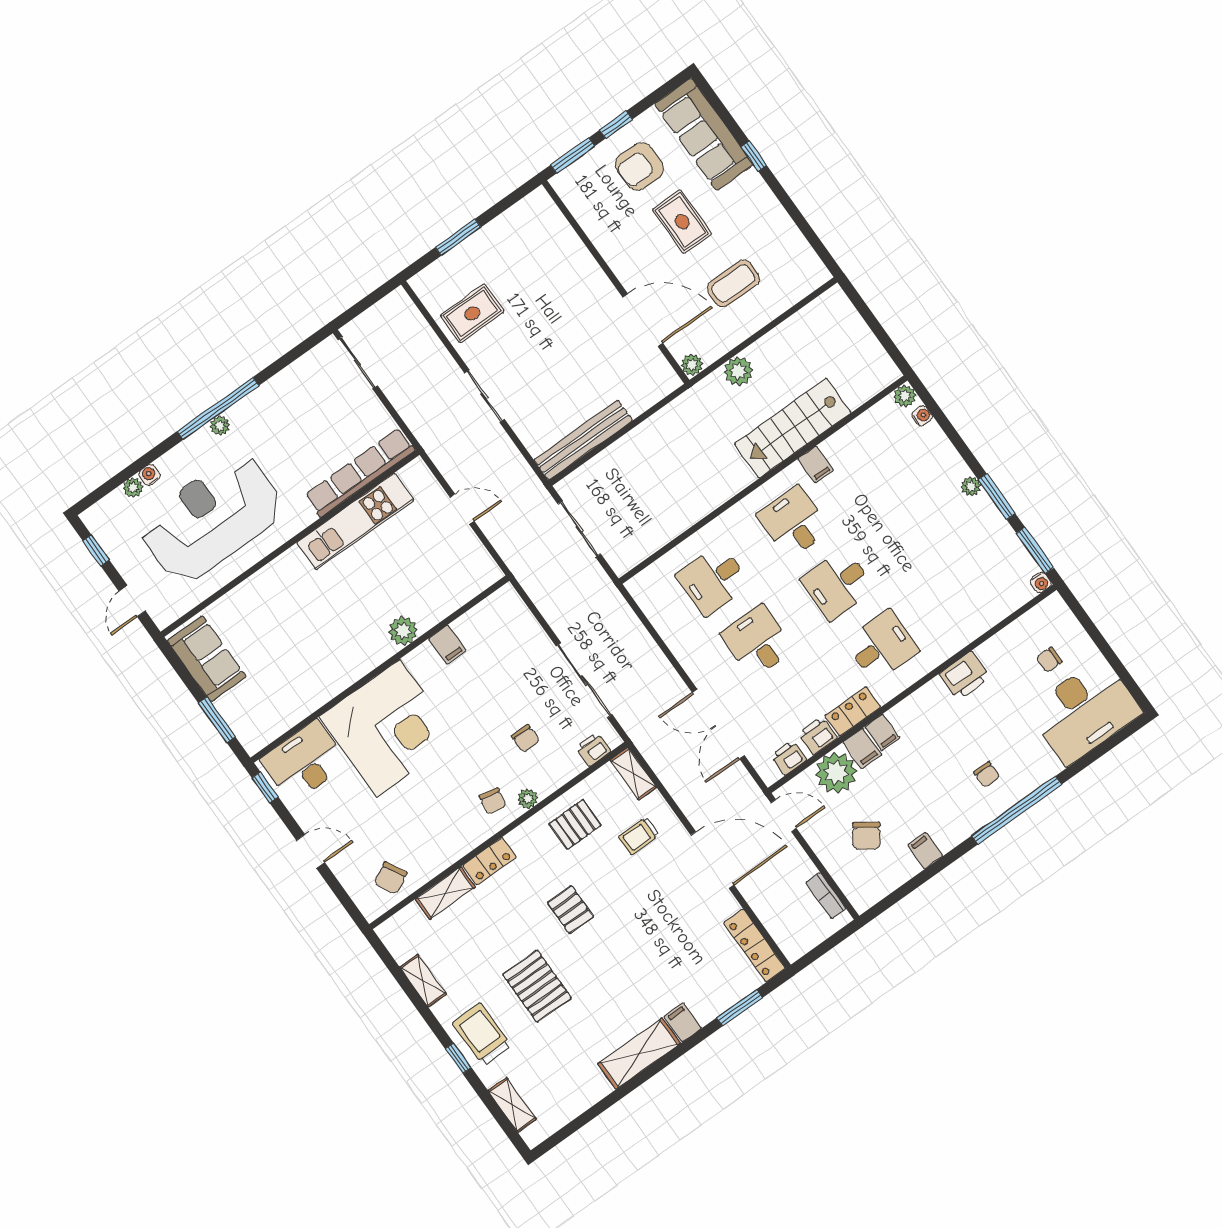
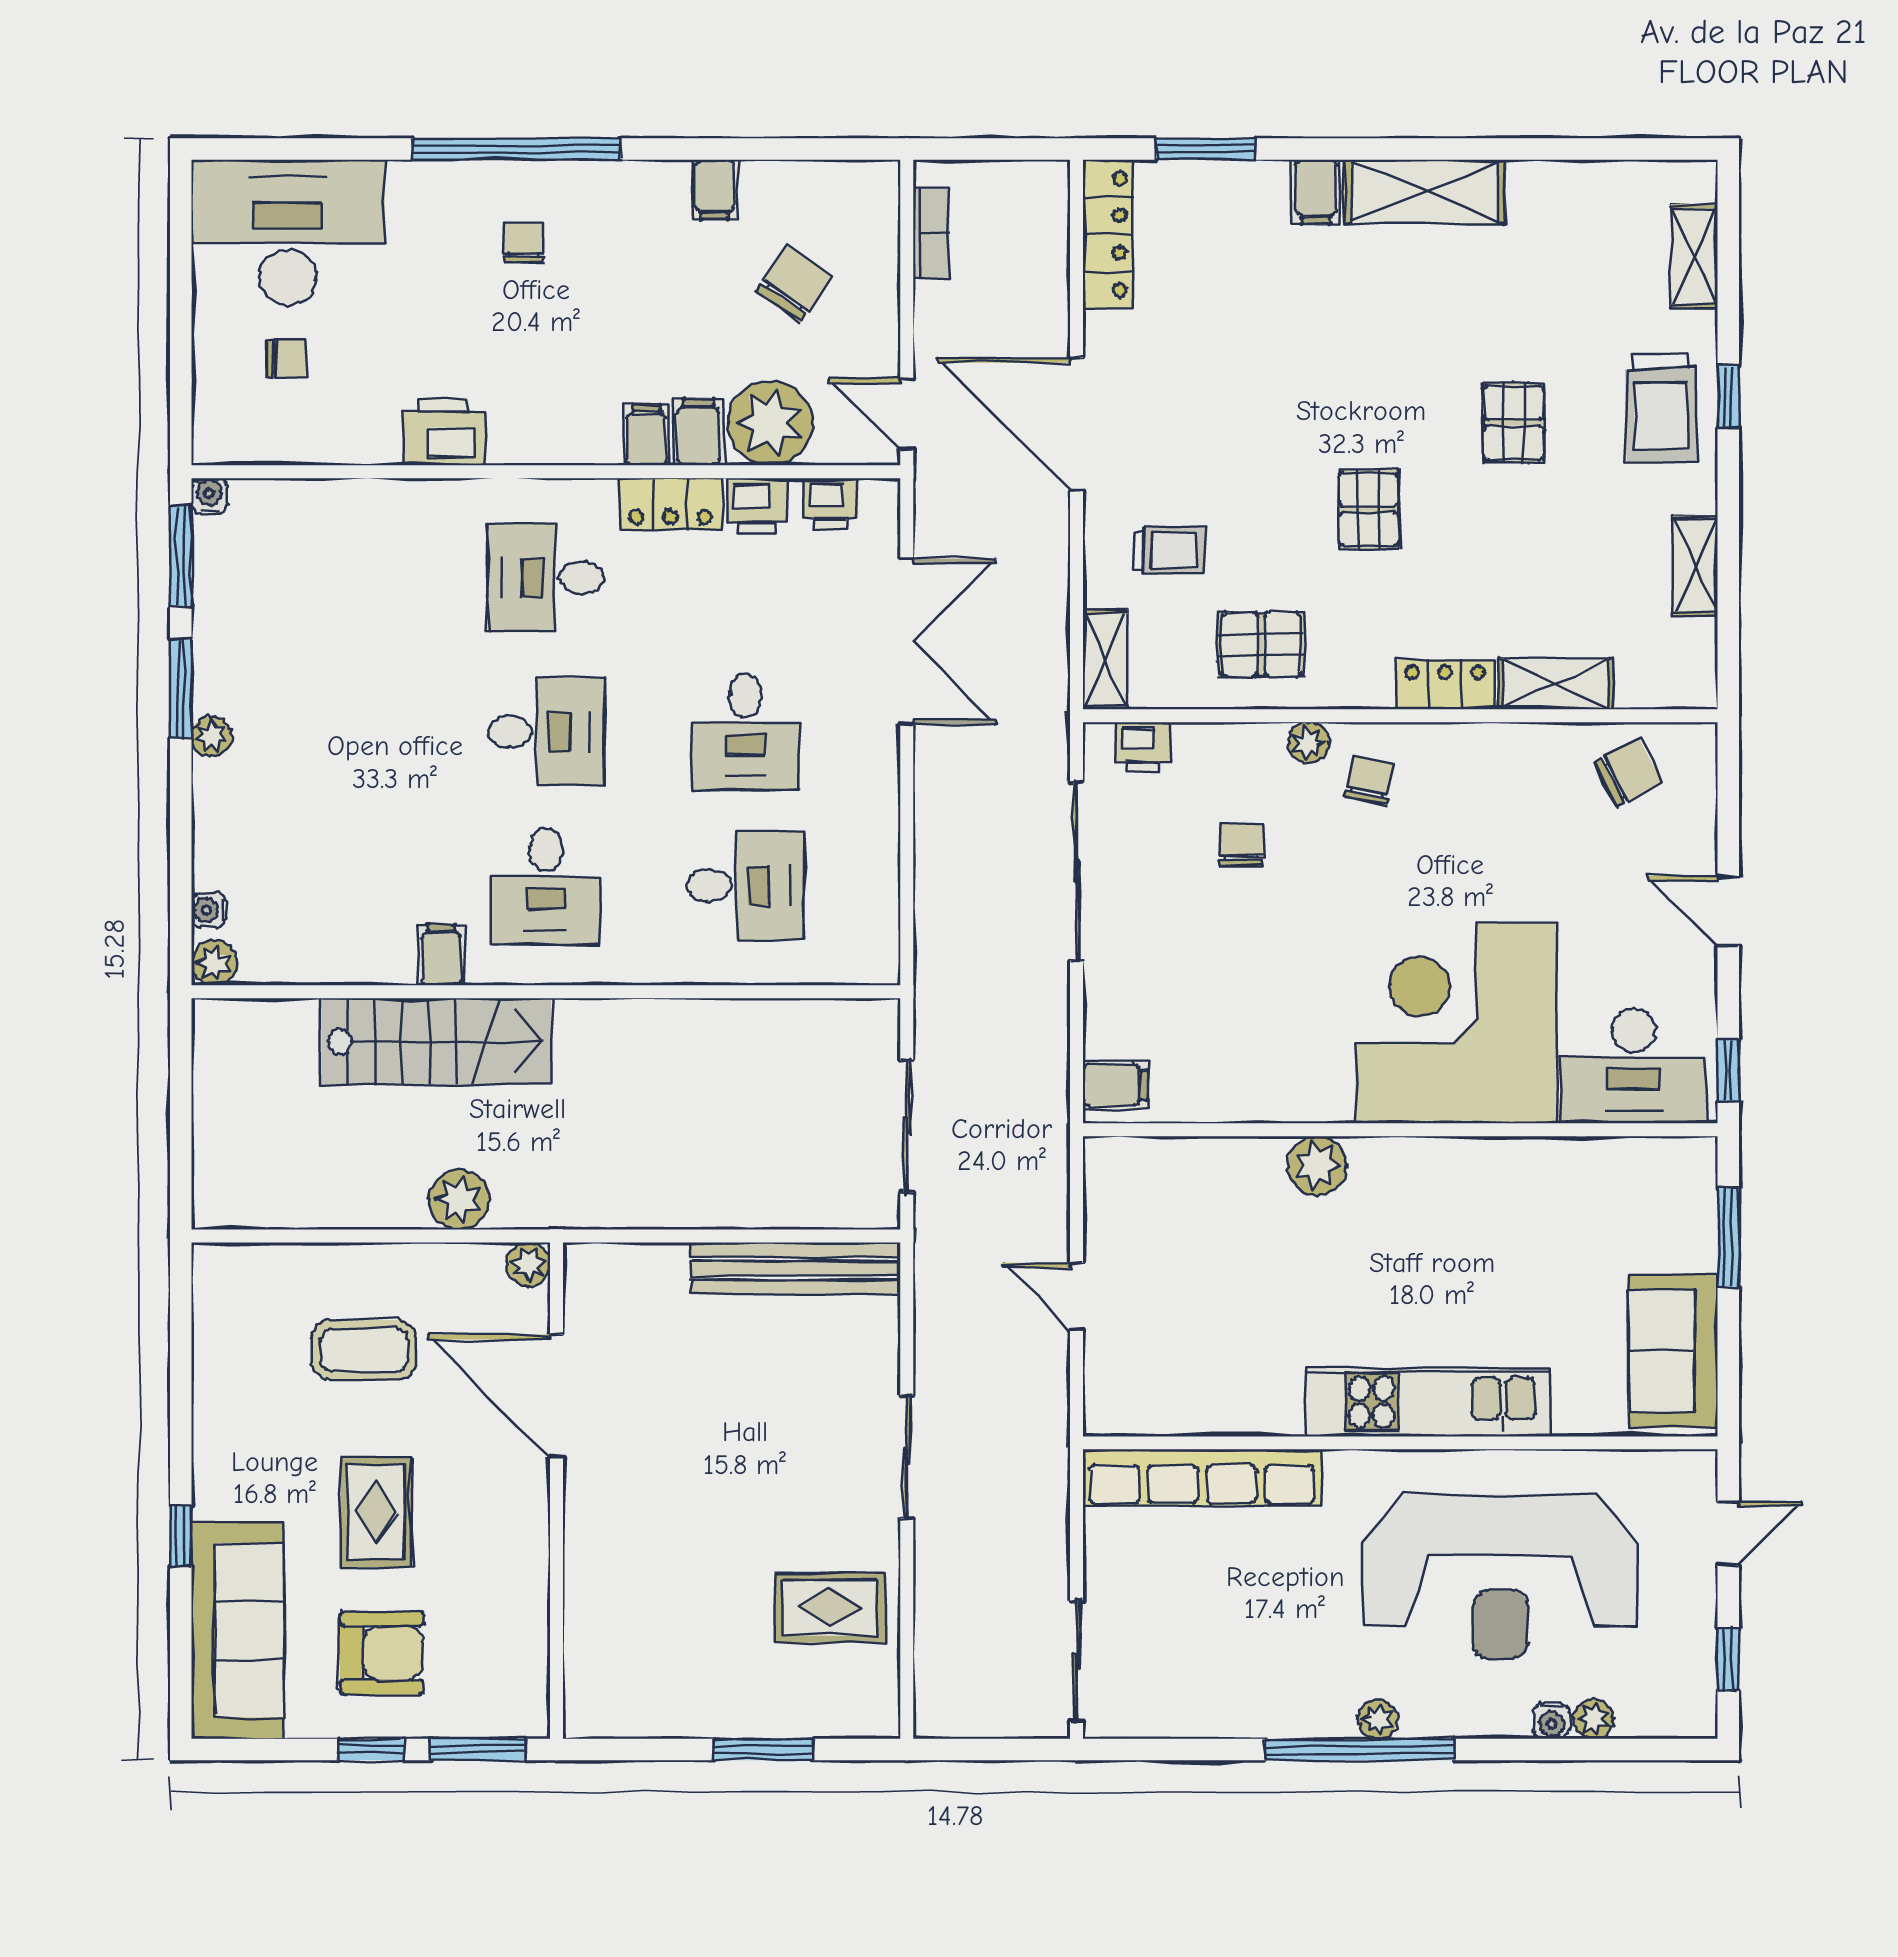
kitchen unit: (355, 521) -> (1428, 1402), moved
filing cabinet: (447, 645) -> (1115, 1085), moved, turned 90
pallet: (537, 986) -> (1514, 423), width x0.67, depth x0.71

